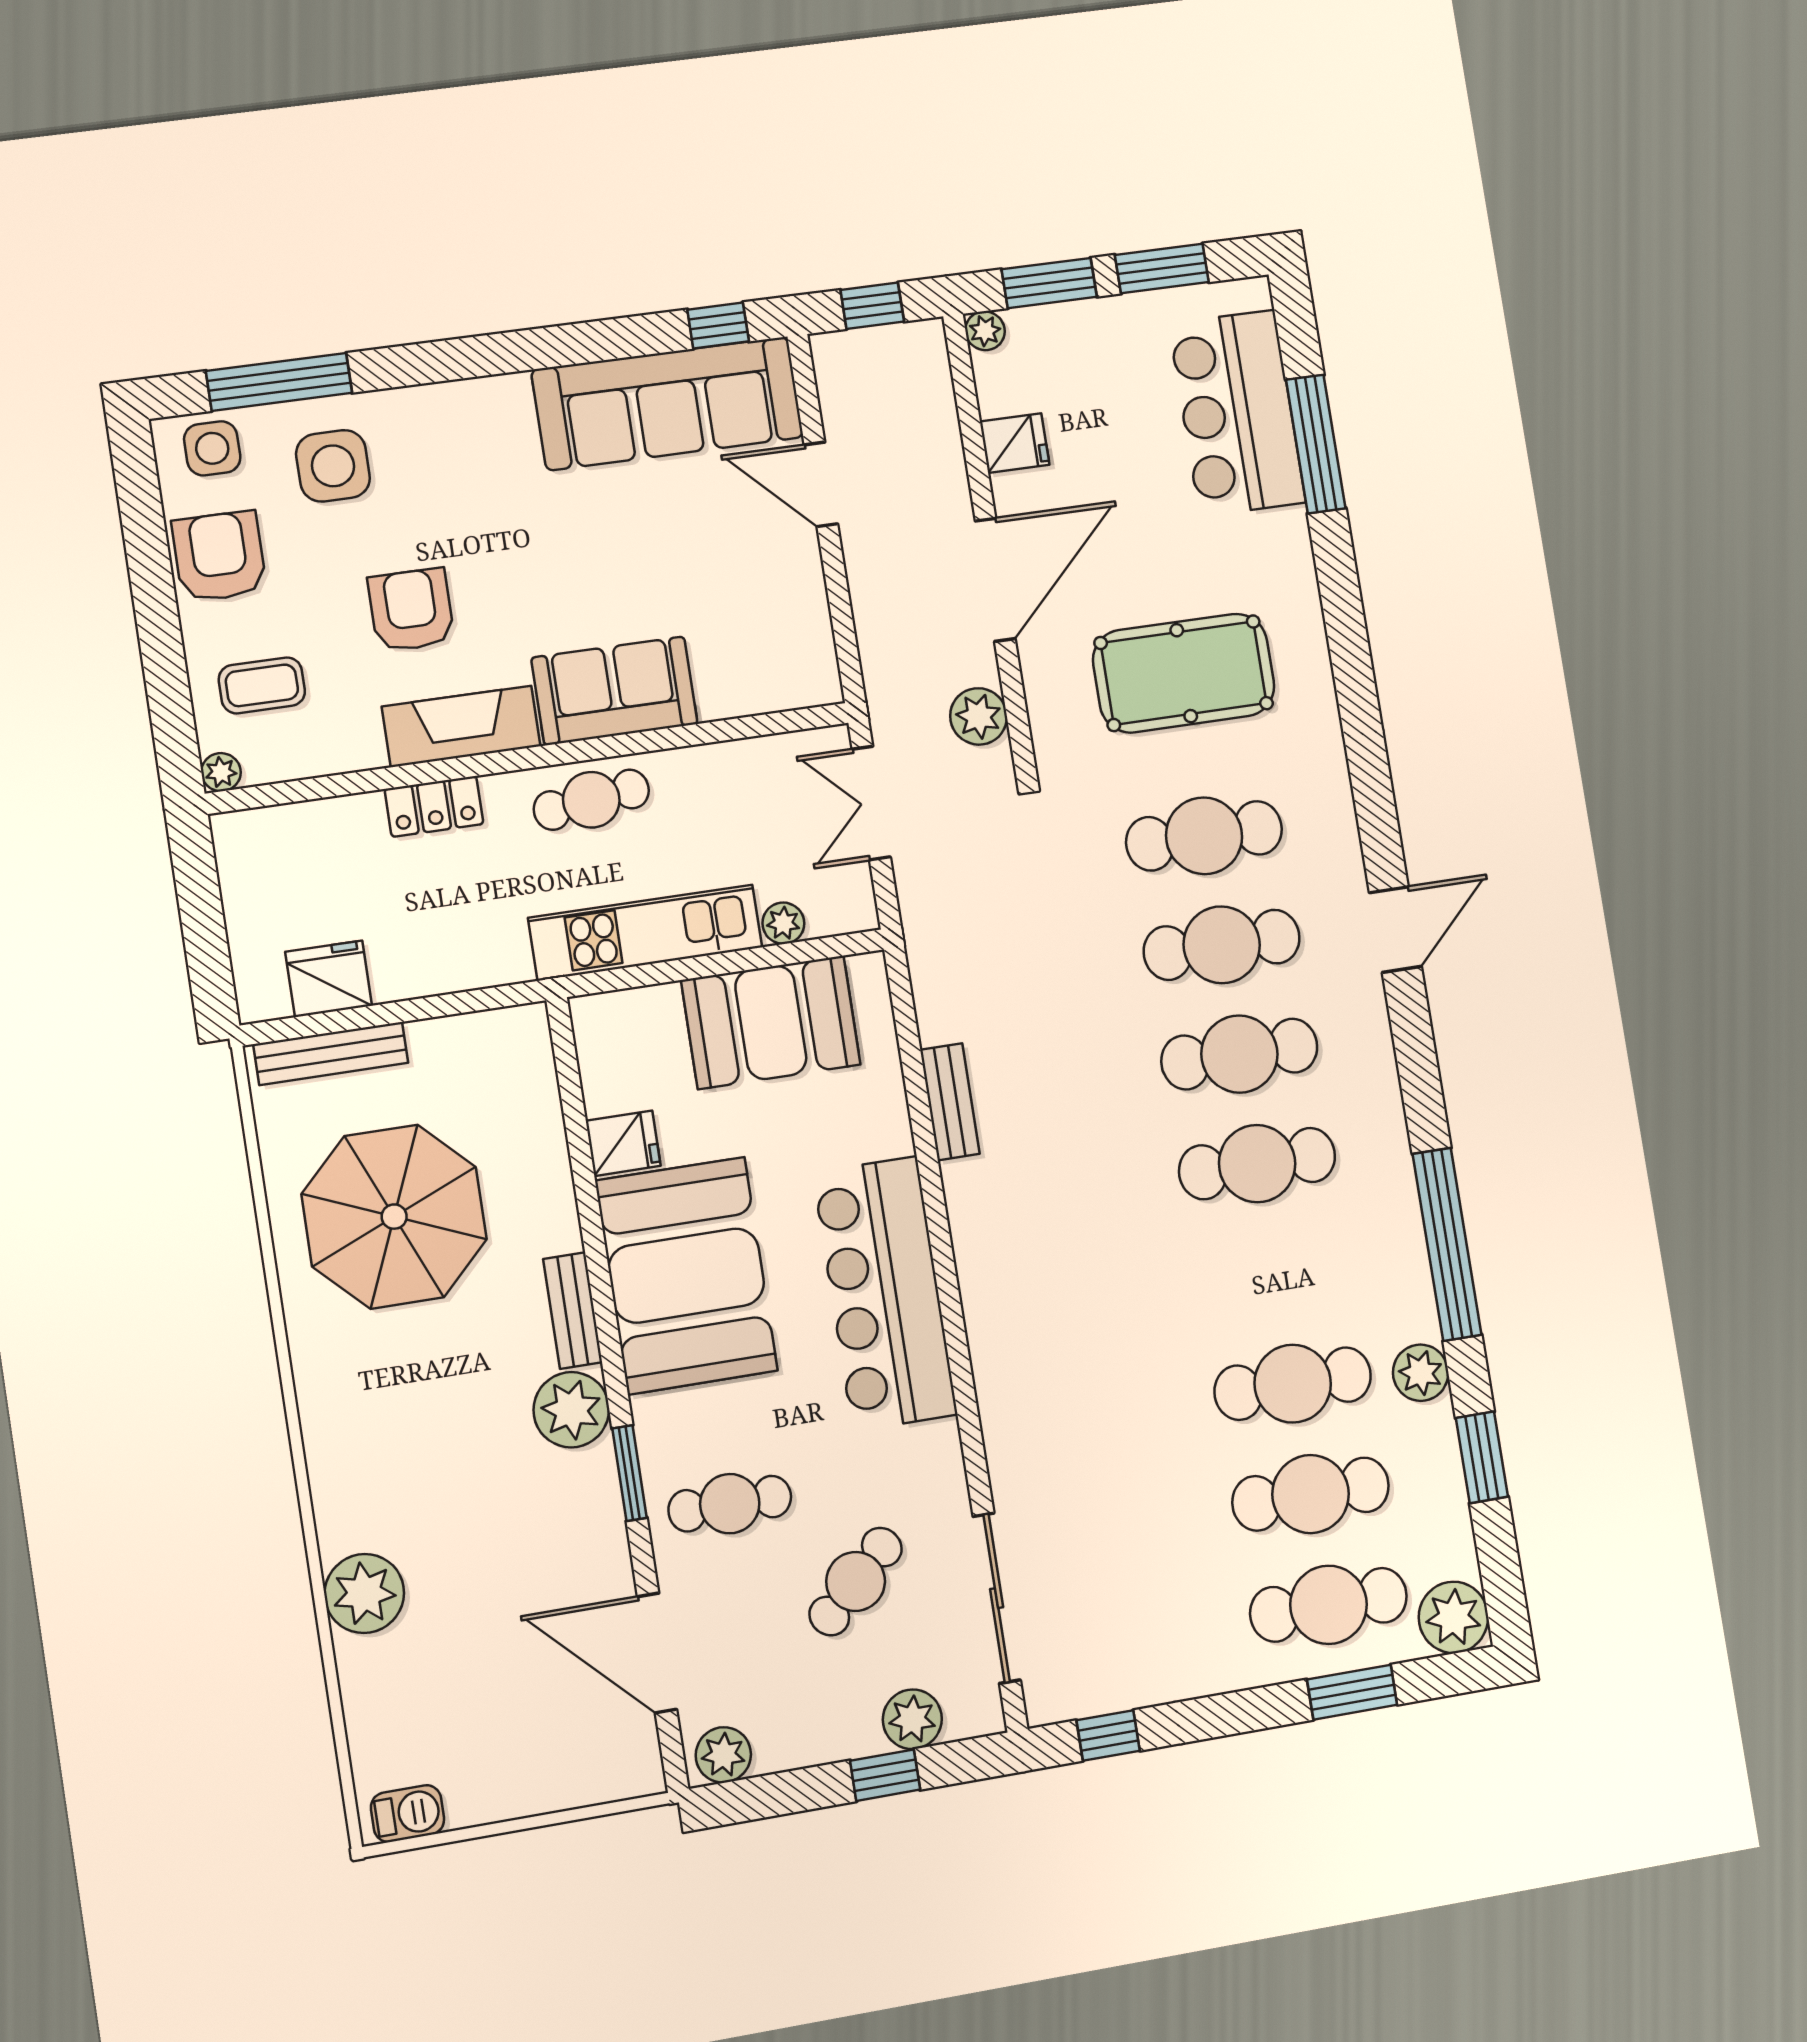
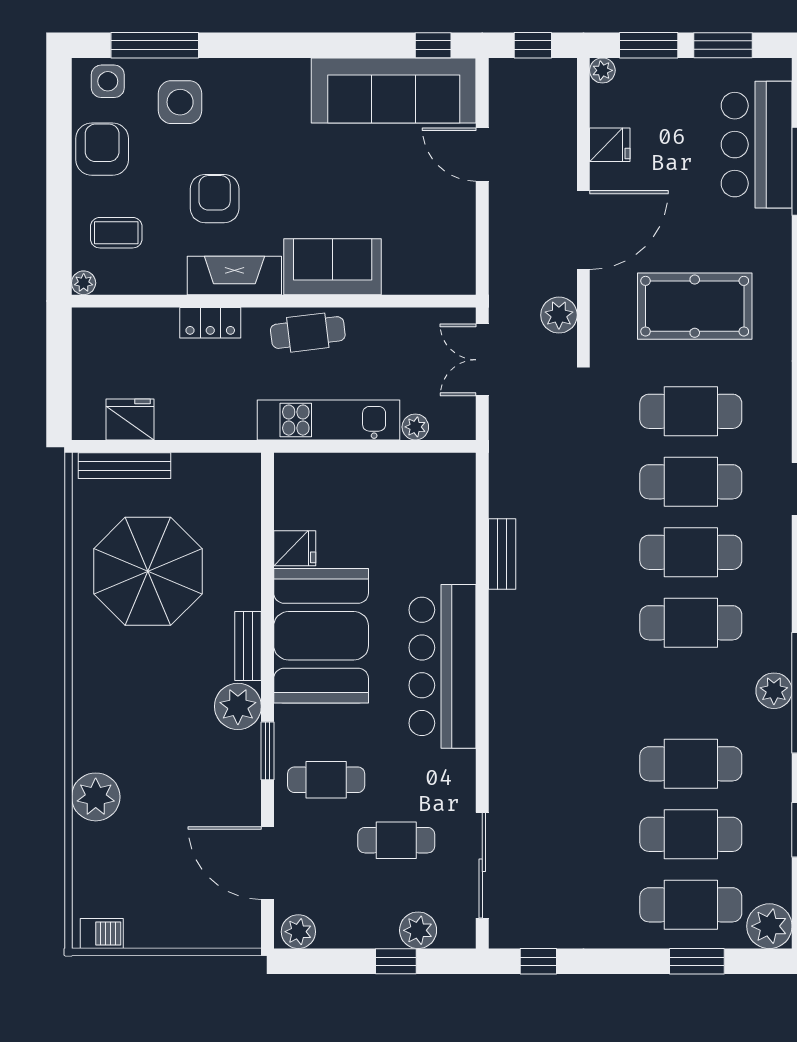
booth: (771, 1022) -> (398, 487), removed
plant: (1421, 1373) -> (774, 691), moved
cafe table: (856, 1581) -> (396, 840), turned 43

